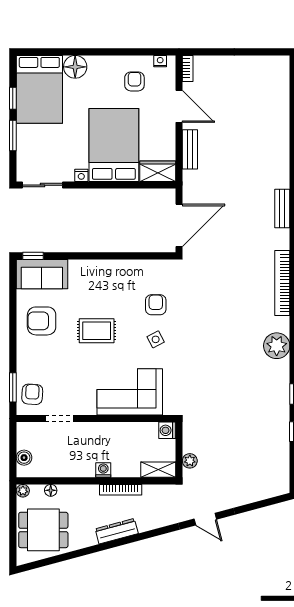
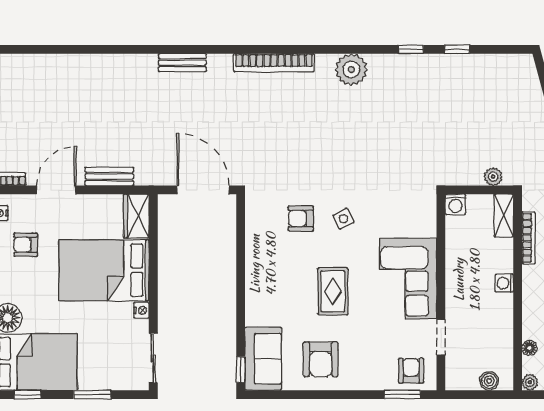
window: (13, 98) -> (28, 395), moved
corner sofa: (130, 392) -> (408, 279), moved
armchair: (32, 394) -> (411, 371), turned 87
bookcase: (121, 490) -> (529, 238), moved

